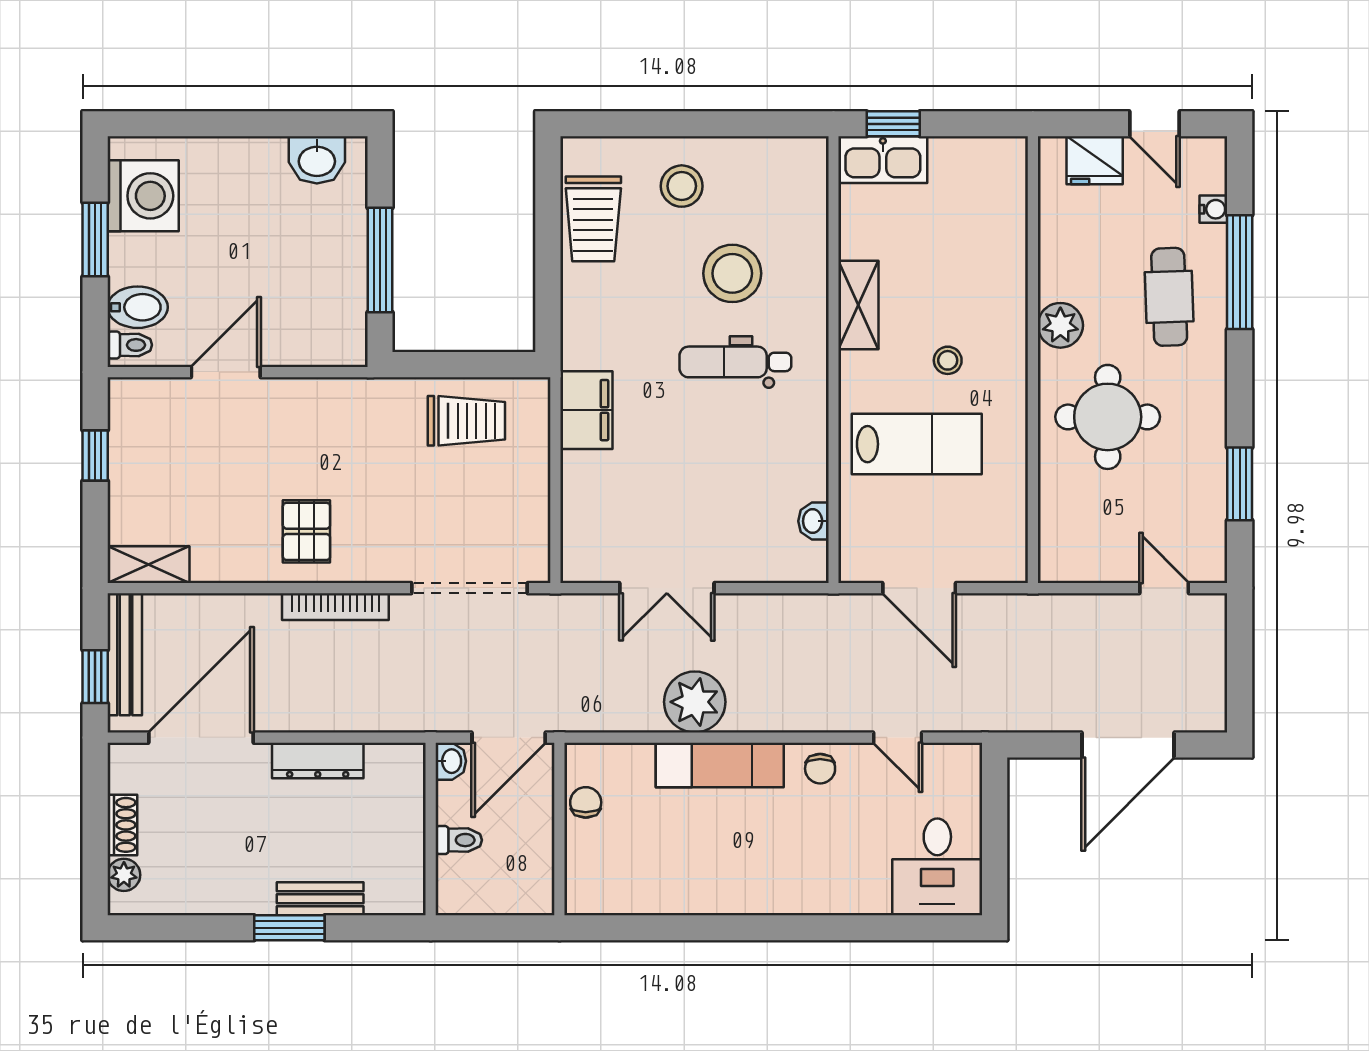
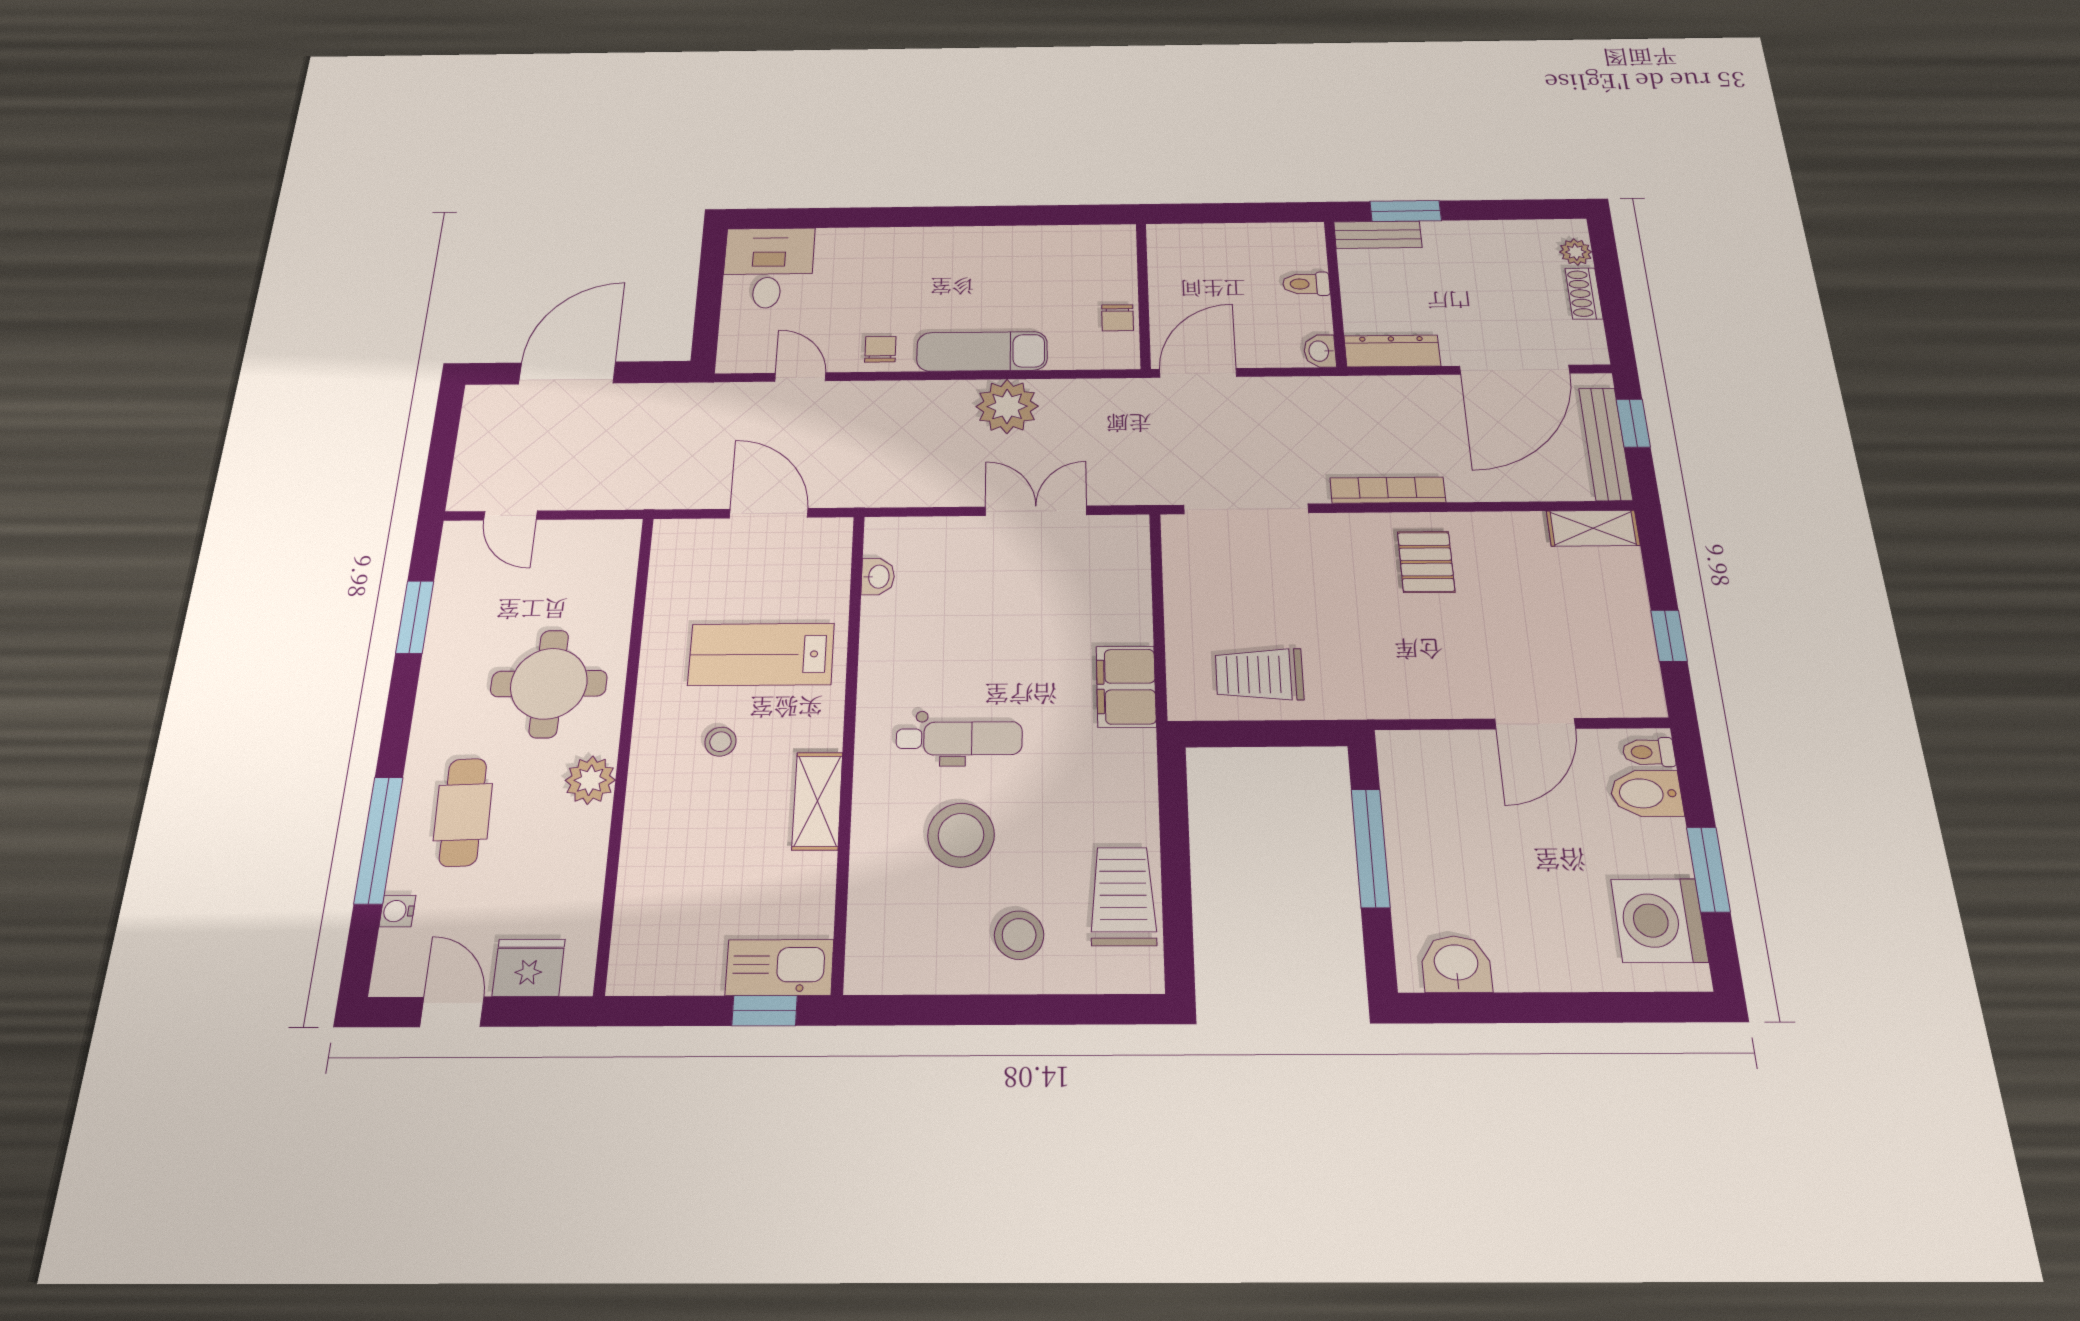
washbasin: (451, 761) -> (1320, 351), moved
wall: (431, 829) -> (1335, 293), moved
toilet: (459, 840) -> (1306, 284), moved

